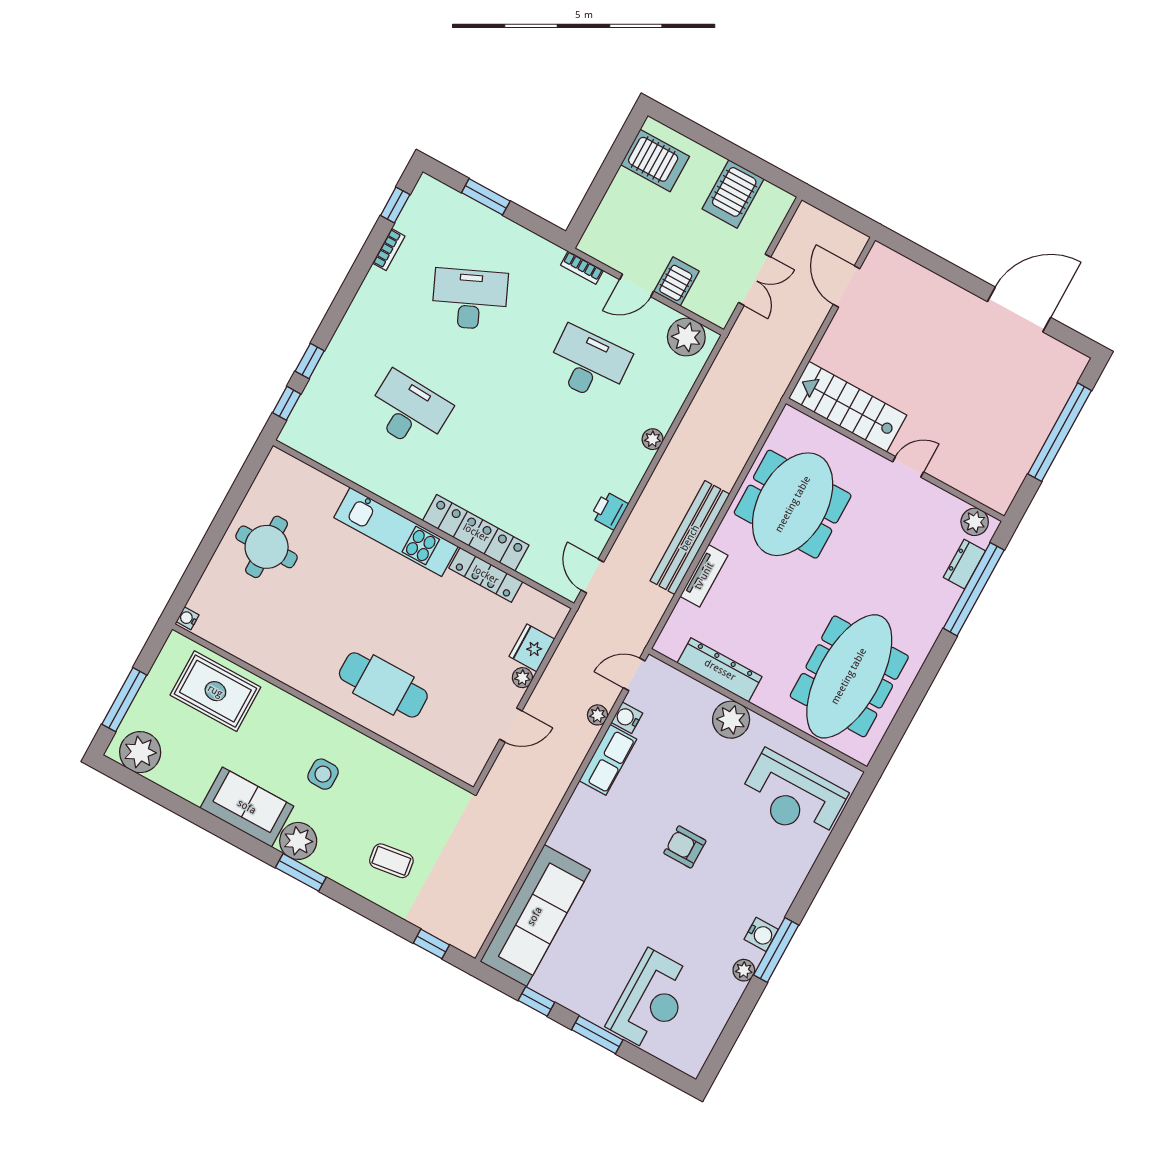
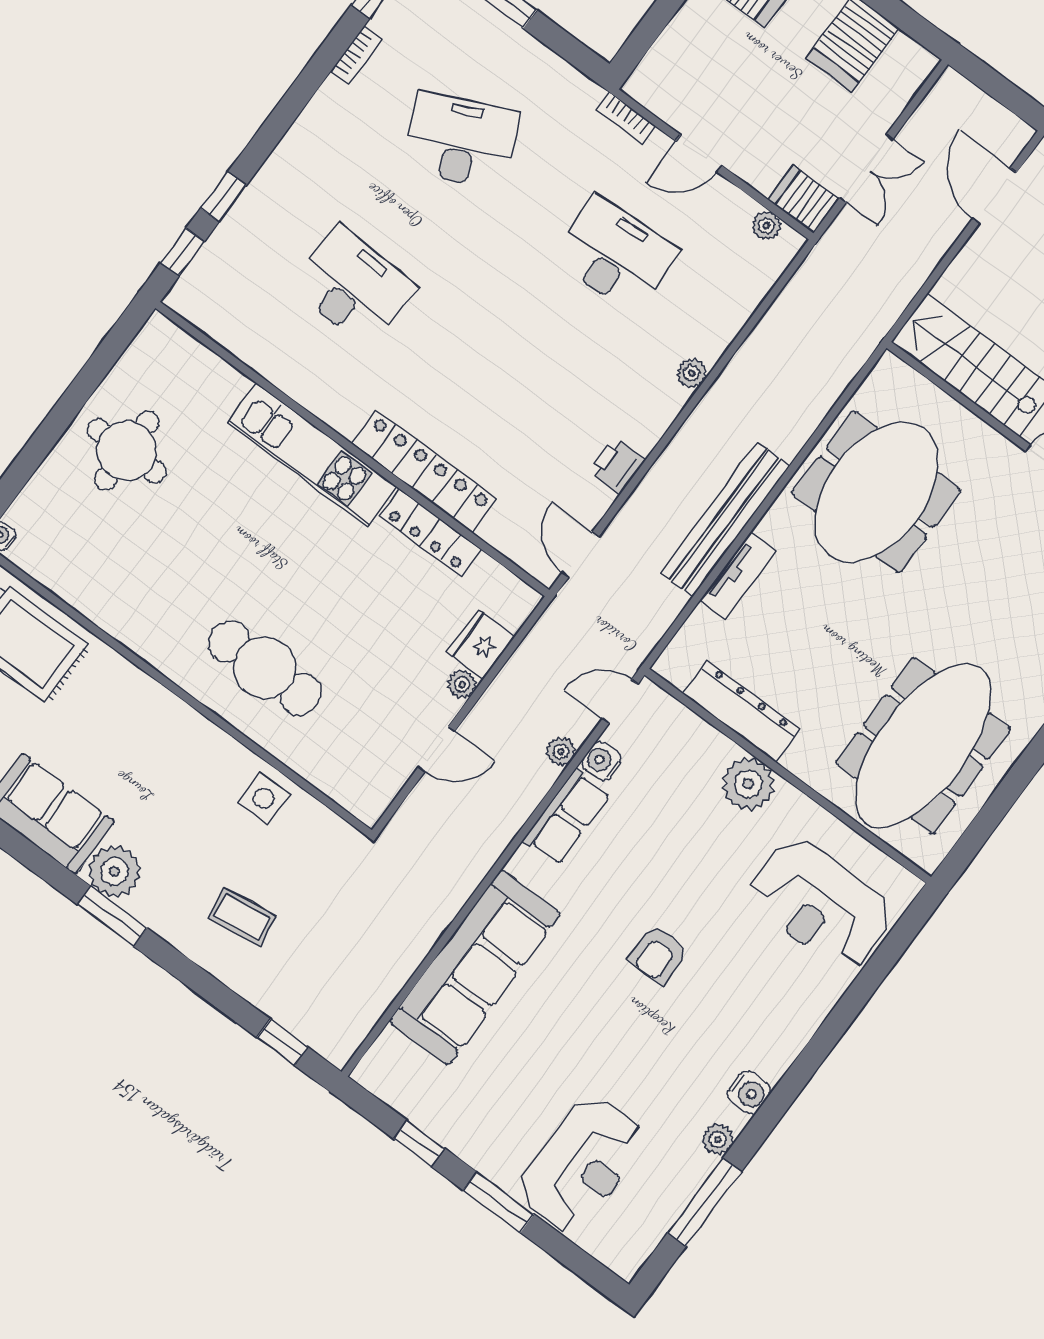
server rack: (677, 281) -> (803, 199), moved, turned -90
plant: (686, 337) -> (766, 226), width x0.53, depth x0.53
side table: (323, 774) -> (264, 798), moved
armchair: (685, 847) -> (658, 954), turned -90
sofa: (535, 916) -> (475, 968), moved
window: (776, 950) -> (704, 1202), moved

